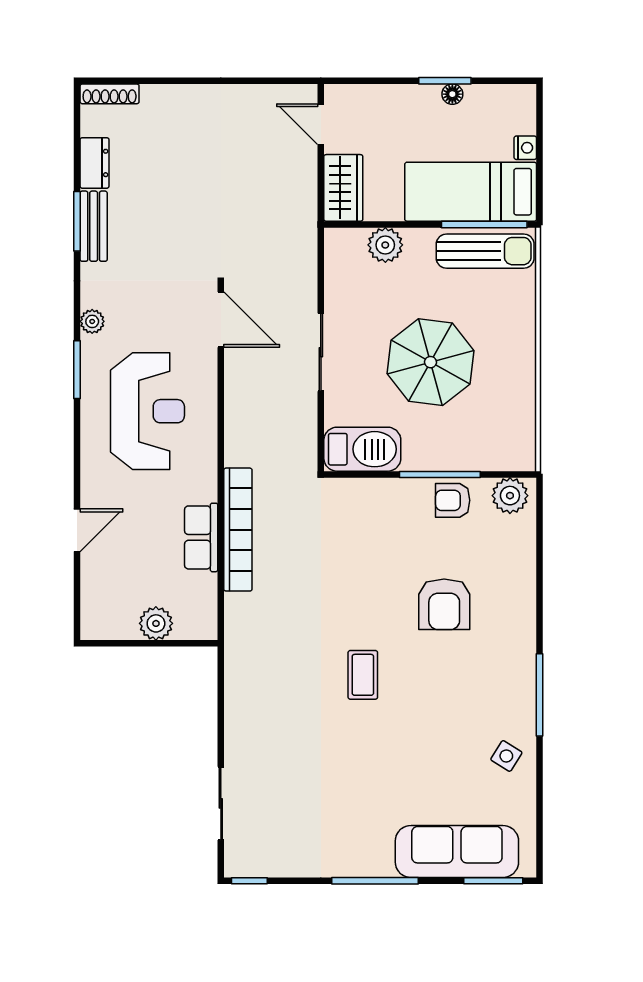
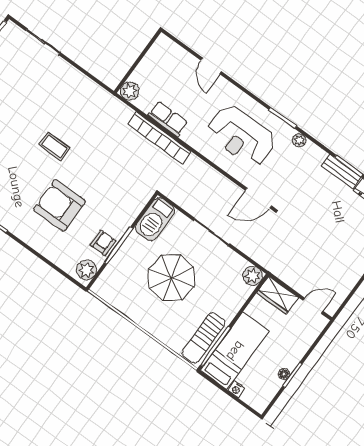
plant: (385, 245) -> (253, 276), moved
armchair: (444, 604) -> (59, 205), width x1.36, depth x1.36
plant: (156, 623) -> (130, 91), moved

